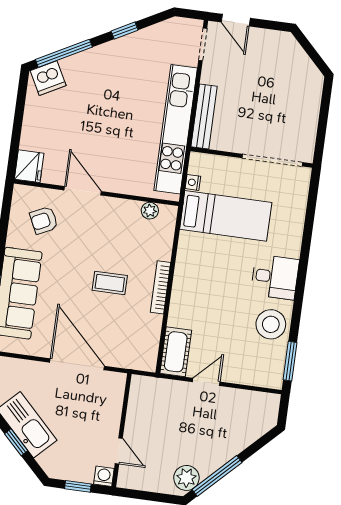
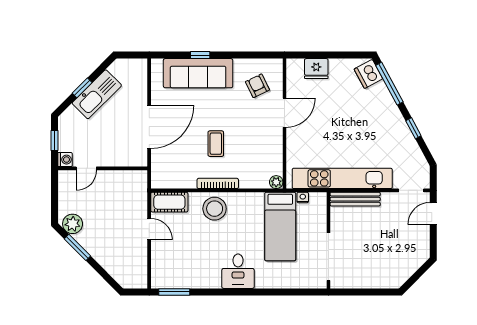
fridge: (29, 166) -> (316, 69), moved
plant: (150, 211) -> (276, 182), moved
stool: (271, 324) -> (215, 209), moved
window: (217, 476) -> (77, 247), width x0.69

